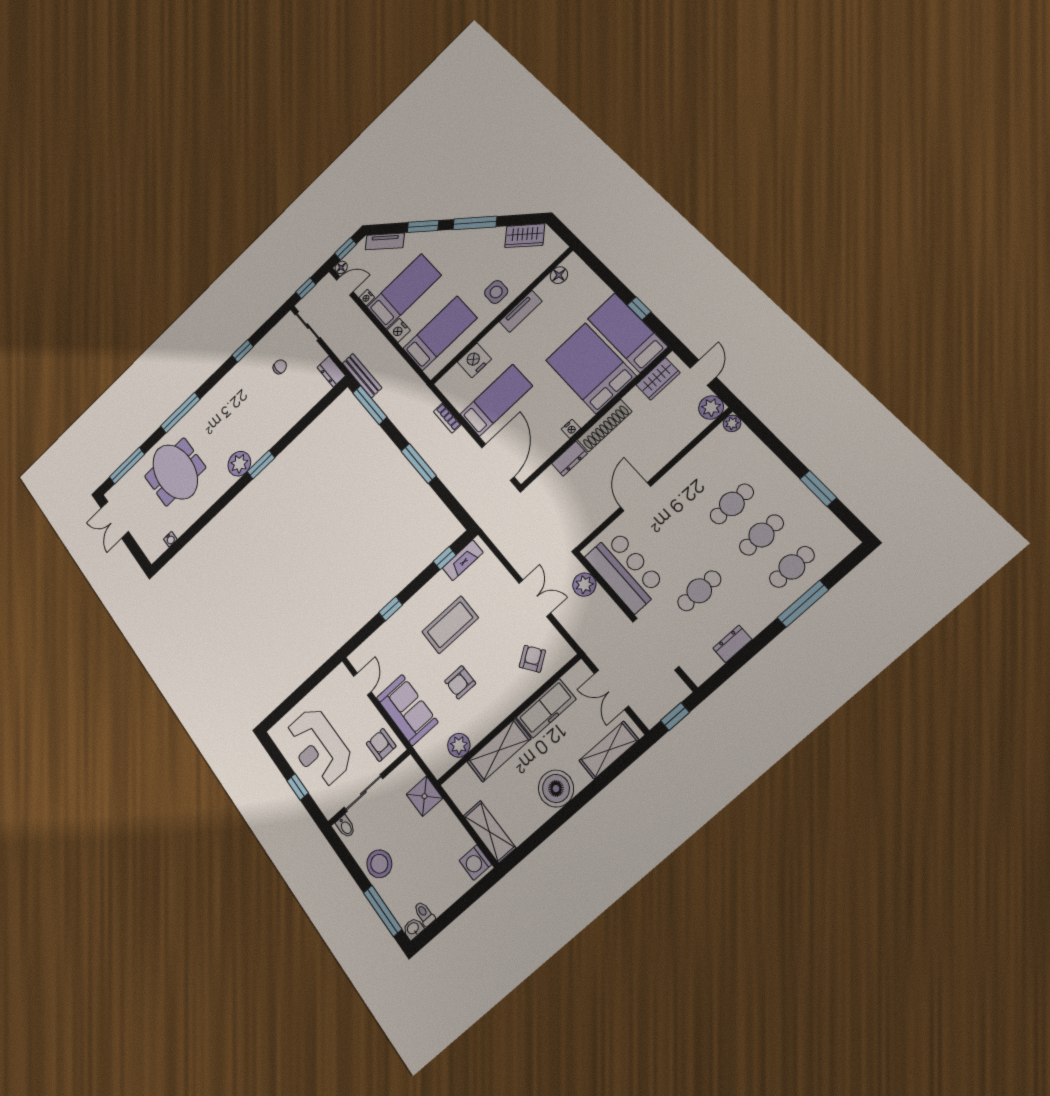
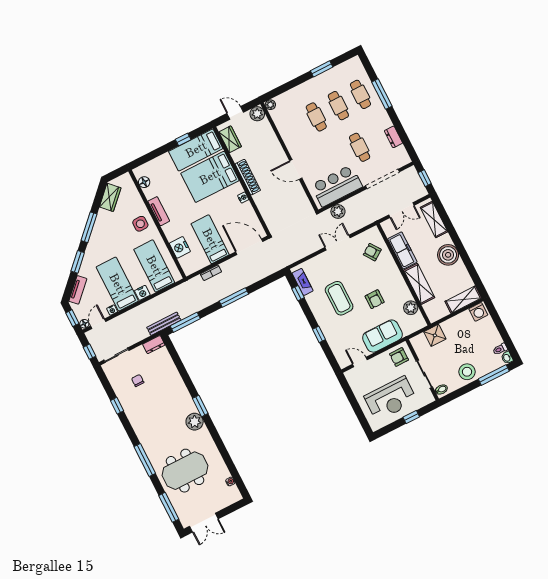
dresser: (570, 459) -> (261, 203), removed

